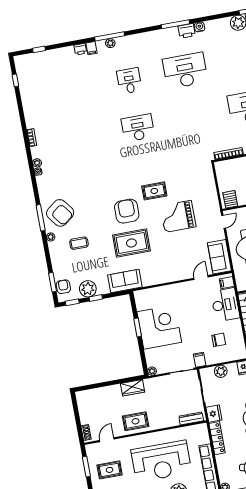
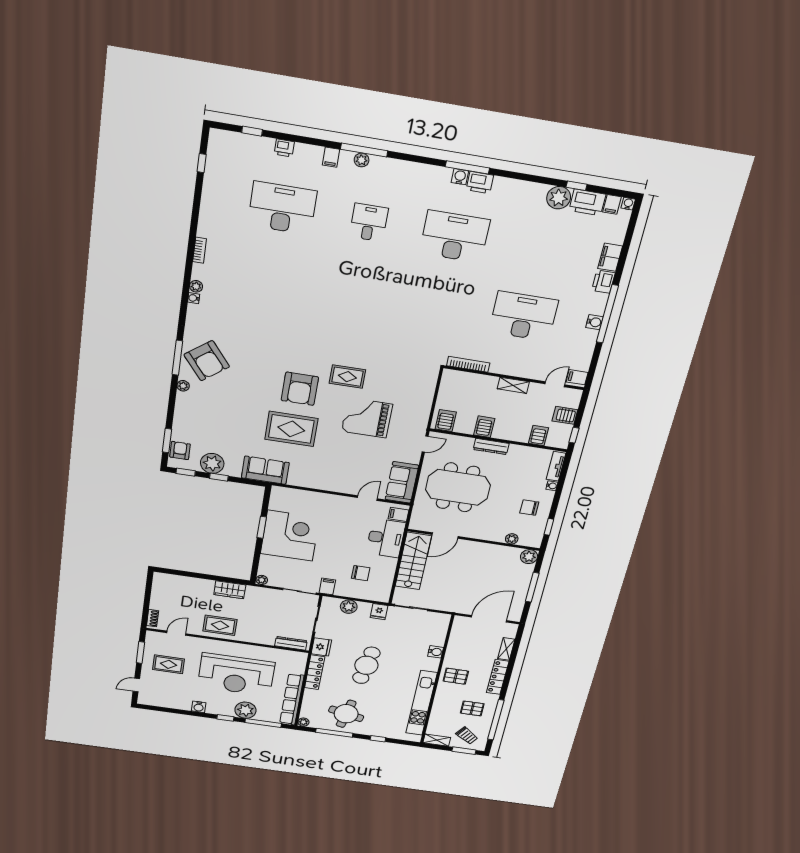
water cooler: (199, 27) -> (460, 177), moved
printer: (80, 49) -> (284, 148), moved
desk: (138, 128) -> (282, 208), moved, width x1.36, depth x1.30
armchair: (127, 211) -> (300, 389), turned 180
coffee table: (79, 243) -> (220, 406), removed

